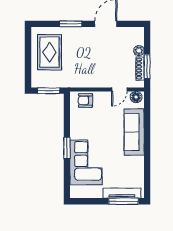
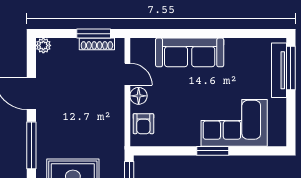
window: (71, 24) -> (31, 145), width x1.44
plant: (139, 51) -> (43, 45), moved
floor lamp: (136, 97) -> (139, 96), moved

